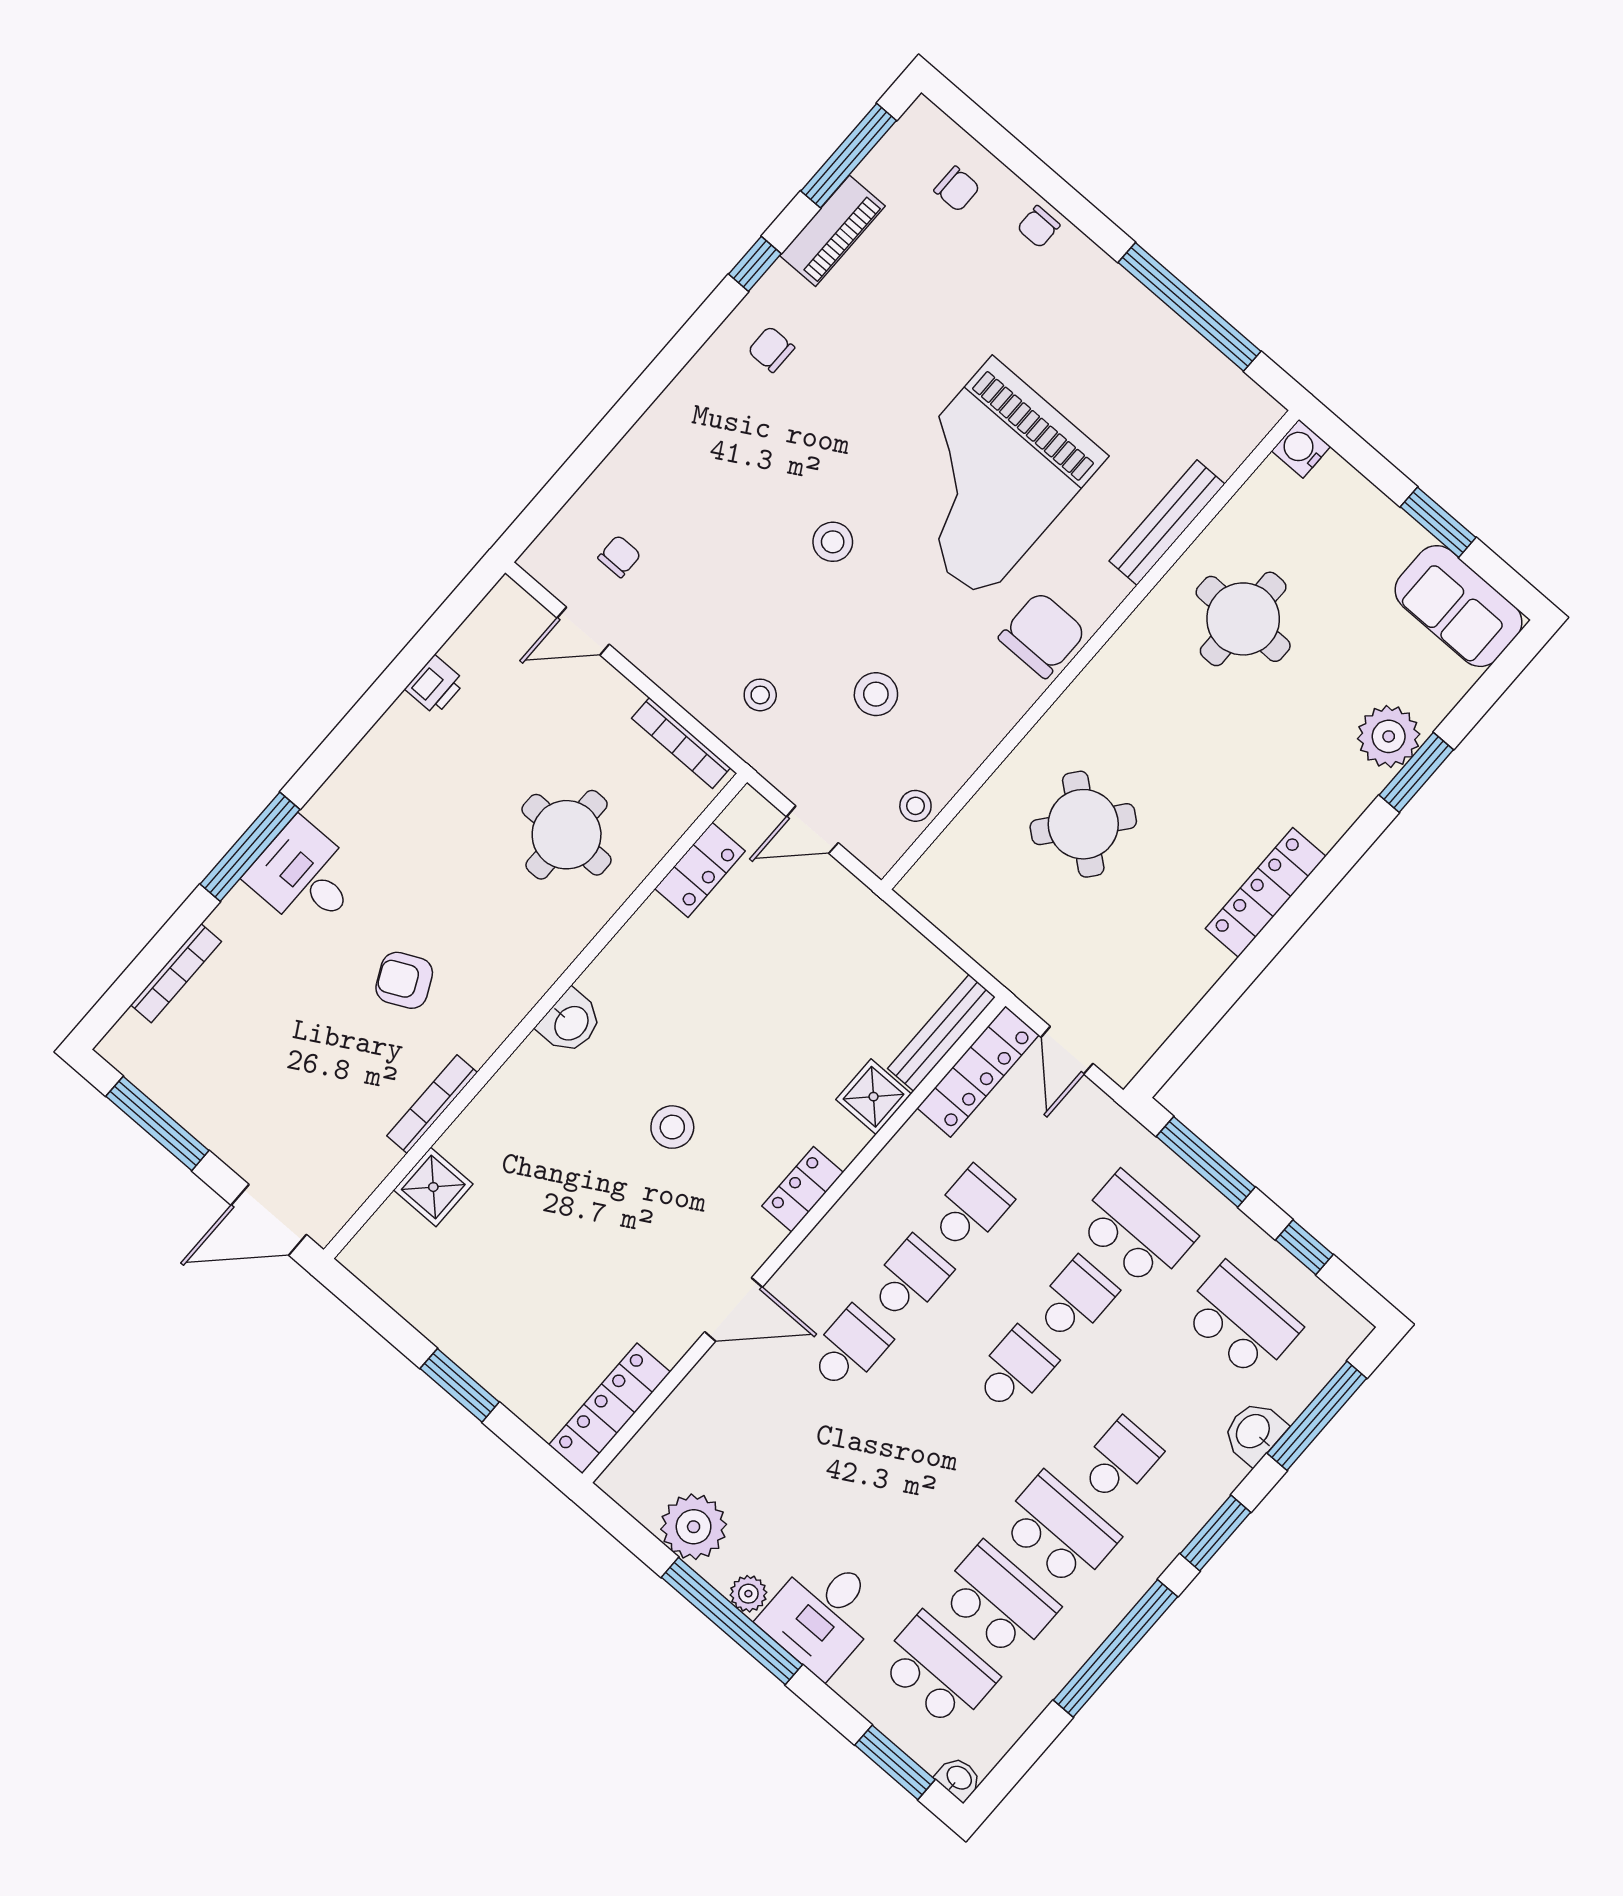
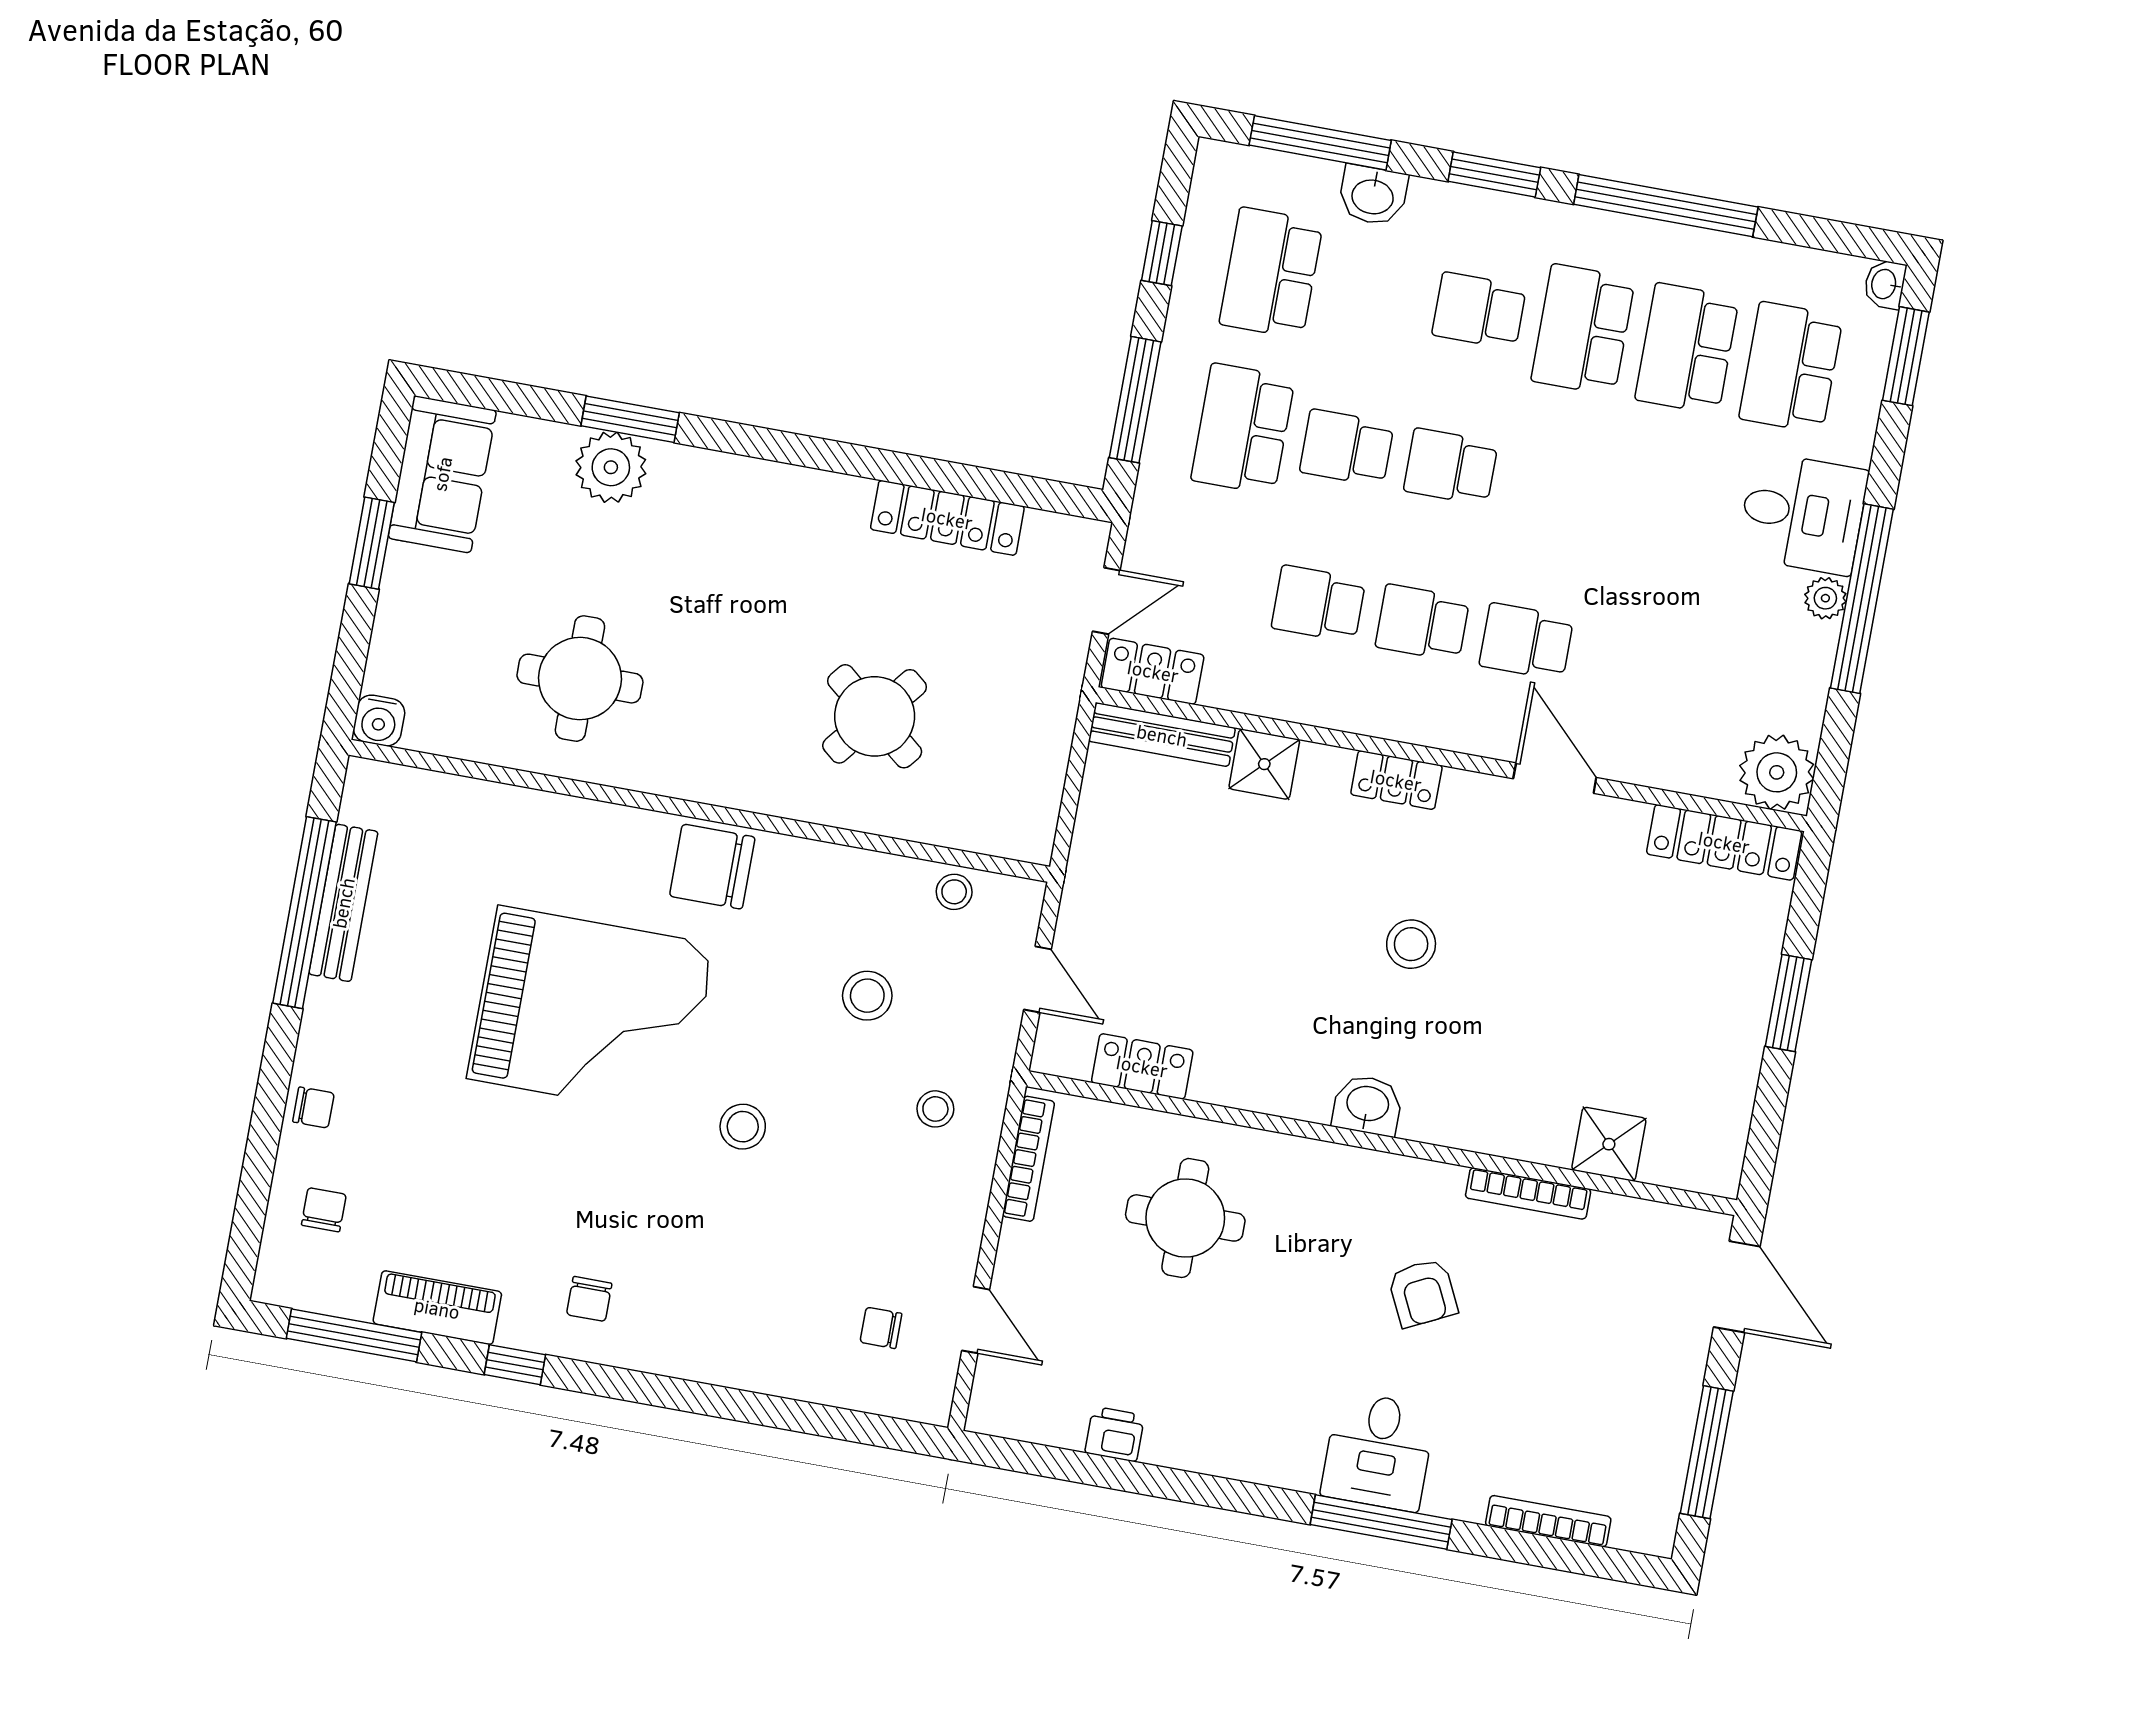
bench: (1167, 523) -> (343, 903), moved, turned 90
locker: (1266, 892) -> (947, 518), moved
locker: (978, 1071) -> (1153, 671), width x0.66
plant: (694, 1527) -> (1777, 772), moved

